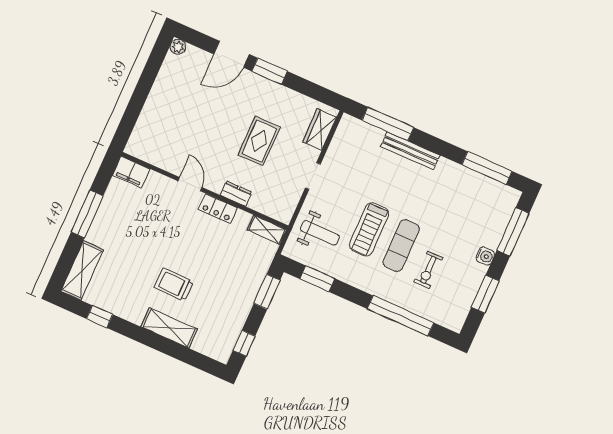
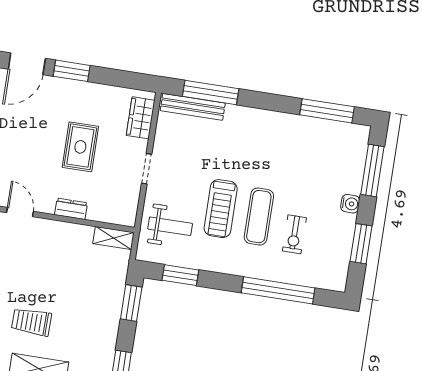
bench: (410, 151) -> (193, 107), moved
locker: (218, 209) -> (56, 230), removed

